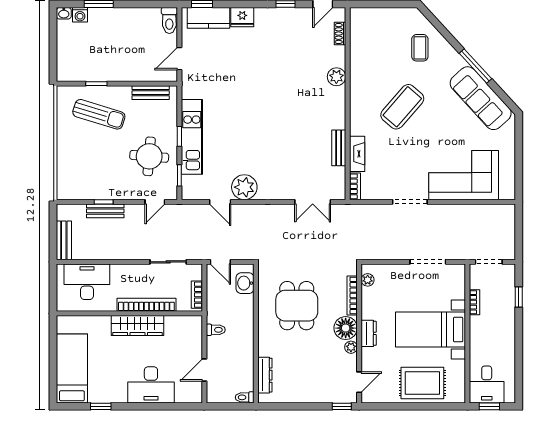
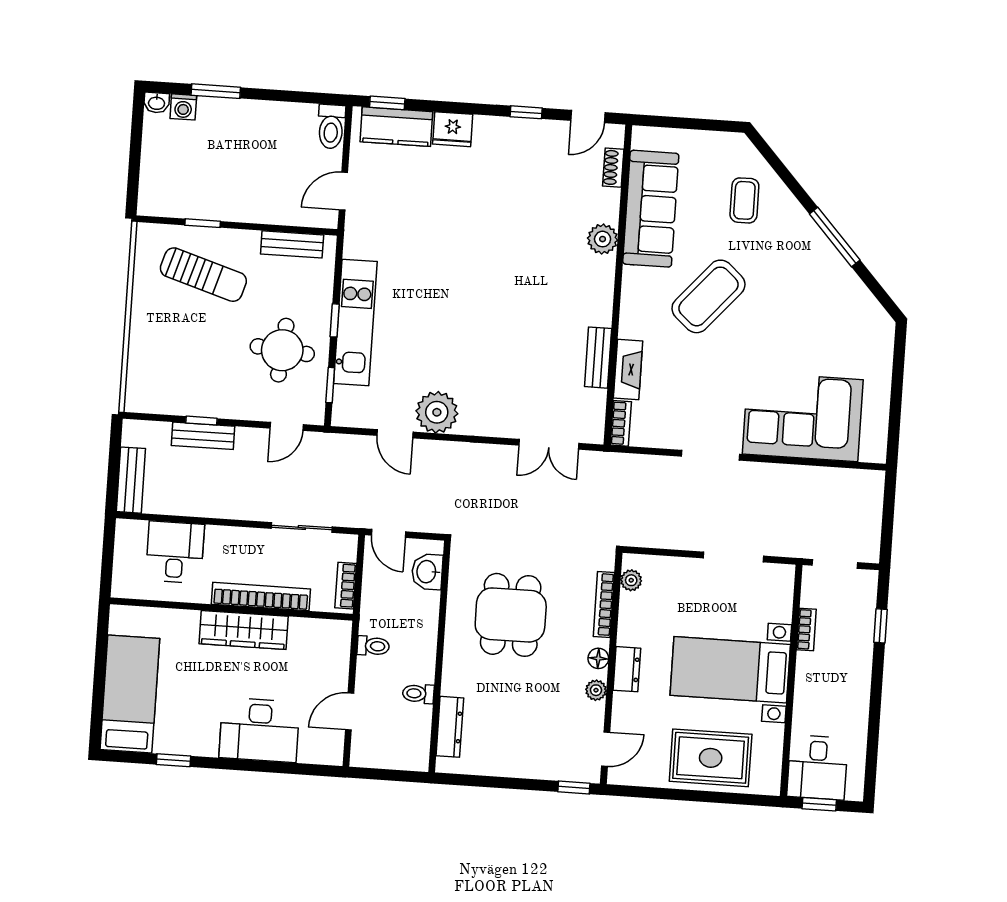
sofa: (481, 98) -> (651, 209), moved, turned -137
desk: (87, 282) -> (175, 552), width x0.73
floor lamp: (346, 328) -> (598, 658), width x0.53, depth x0.53
toilet: (245, 397) -> (418, 694), moved

